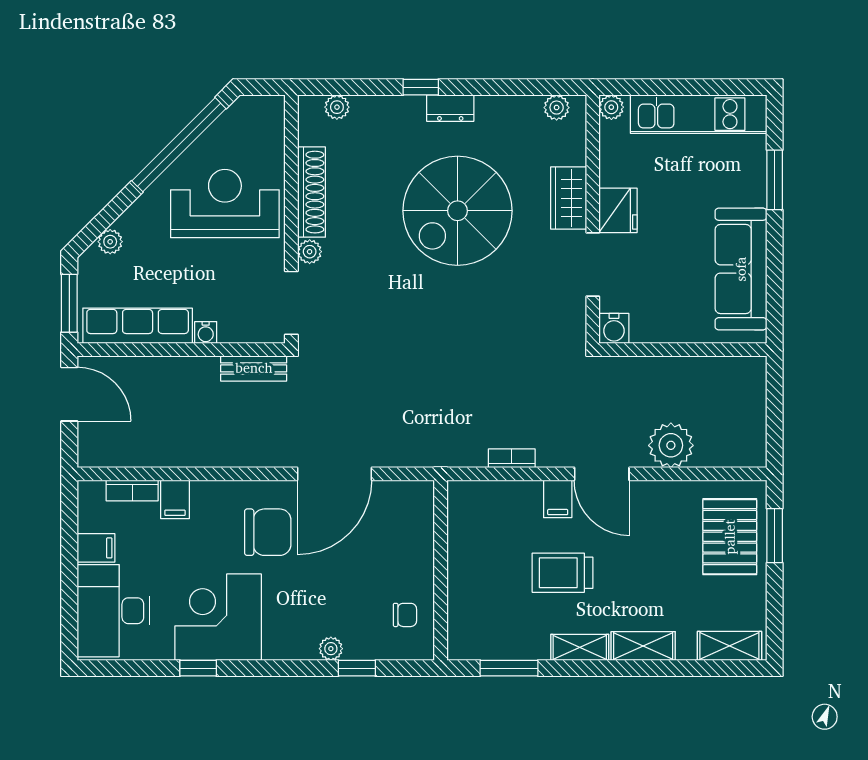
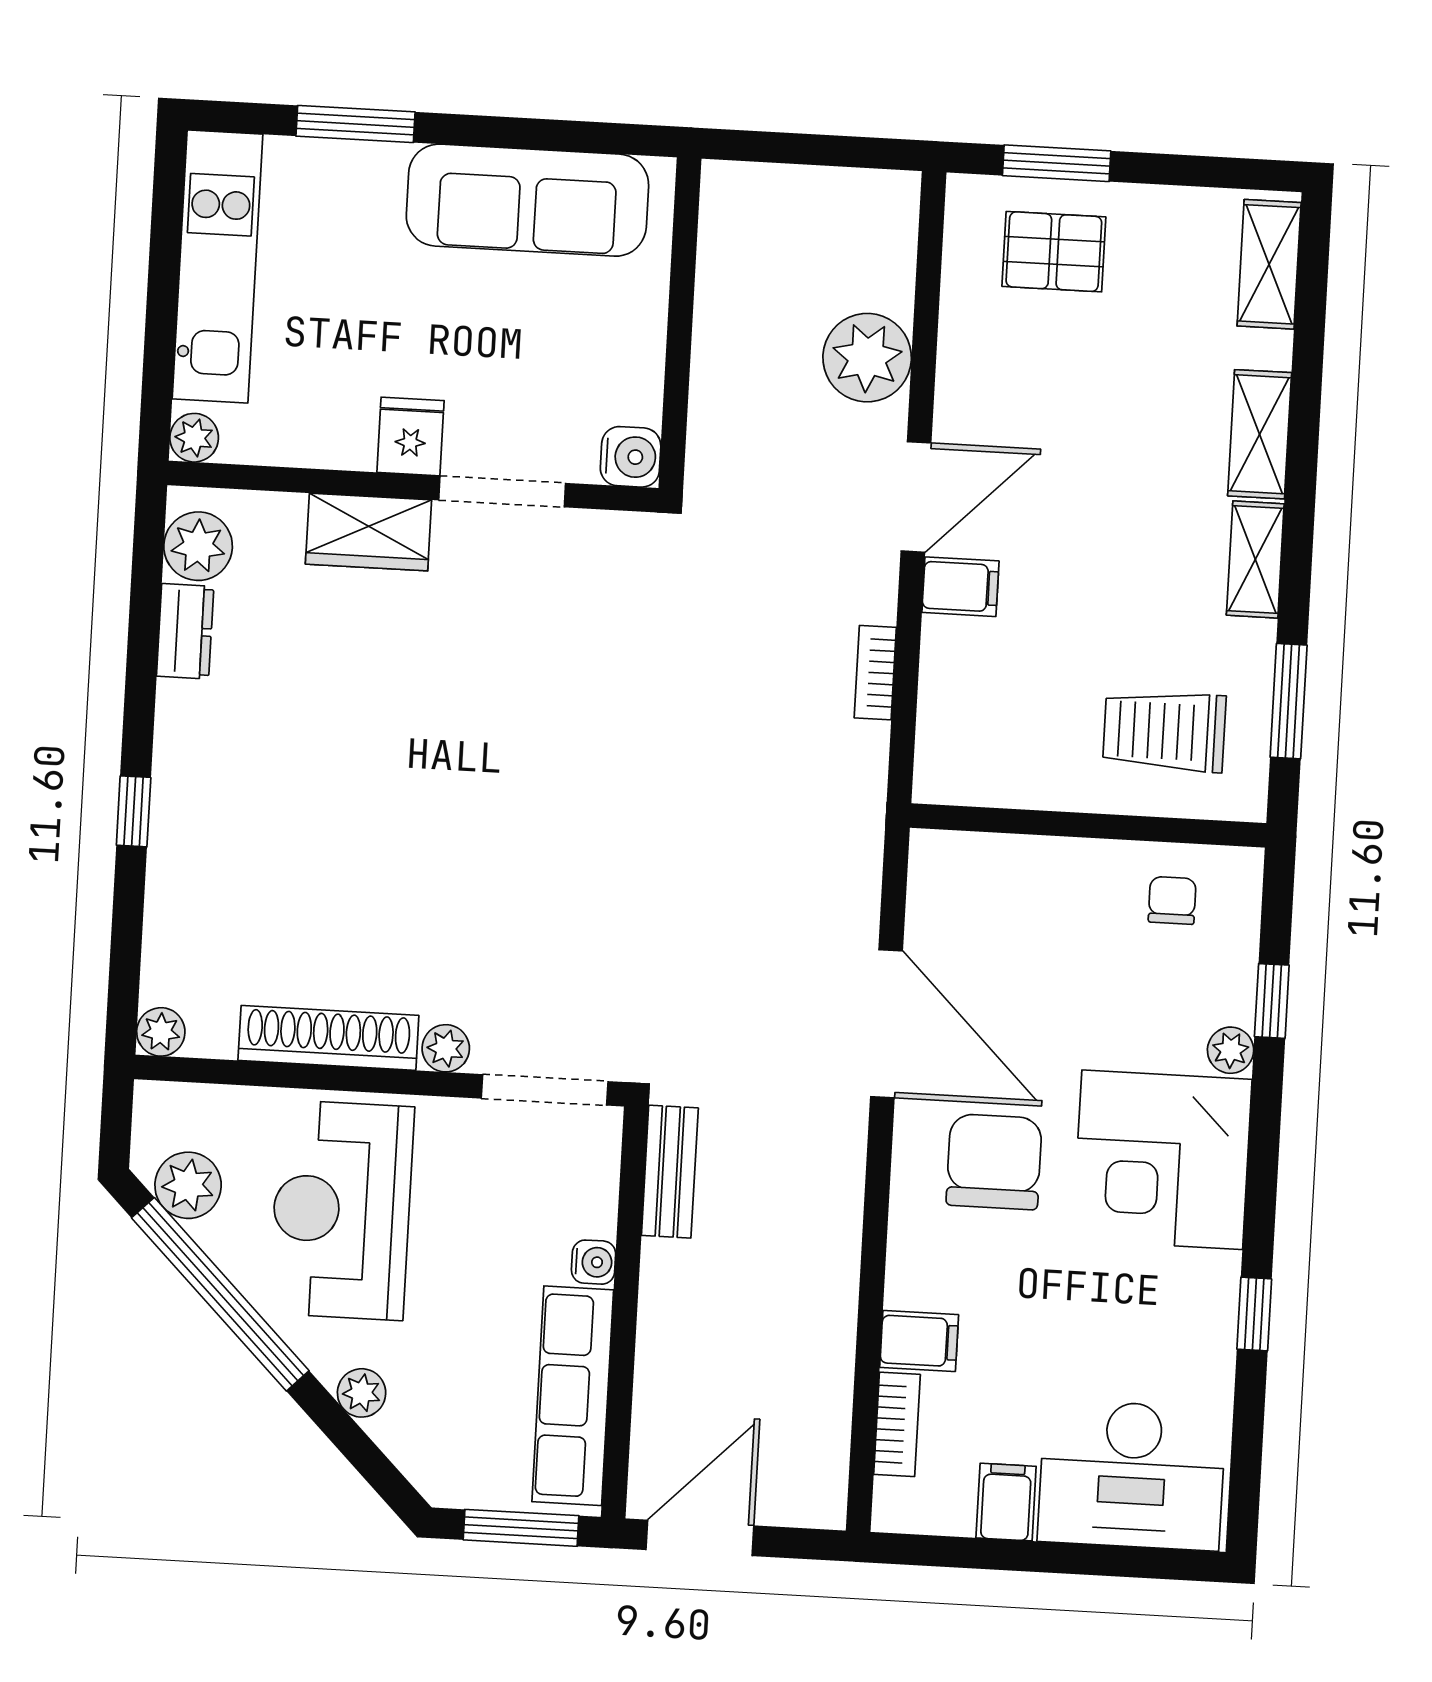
plant: (337, 107) -> (161, 1032), moved
dresser: (450, 108) -> (185, 631), moved
plant: (557, 108) -> (198, 546), width x1.38, depth x1.38
plant: (233, 125) -> (188, 1185), added
fridge: (618, 210) -> (410, 436), width x0.72
spiral stairs: (458, 211) -> (381, 752), removed
plant: (110, 242) -> (362, 1393), moved
pallet: (730, 537) -> (1054, 252), width x0.67, depth x0.71
trolley: (562, 573) -> (1164, 731), moved, turned 90
corner desk: (218, 617) -> (1162, 1160), moved

